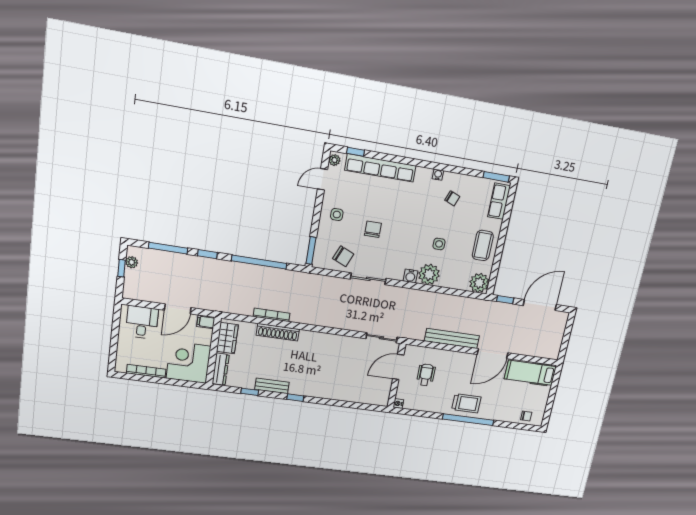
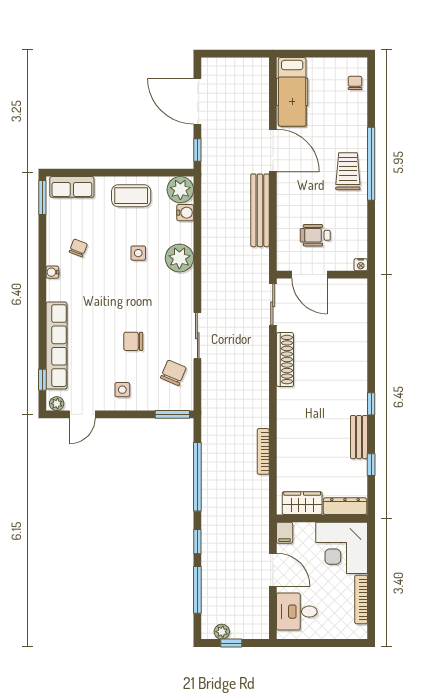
door: (322, 179) -> (82, 414), hinge flipped
water cooler: (410, 276) -> (185, 213), moved
shoe rack: (278, 332) -> (285, 360), moved

